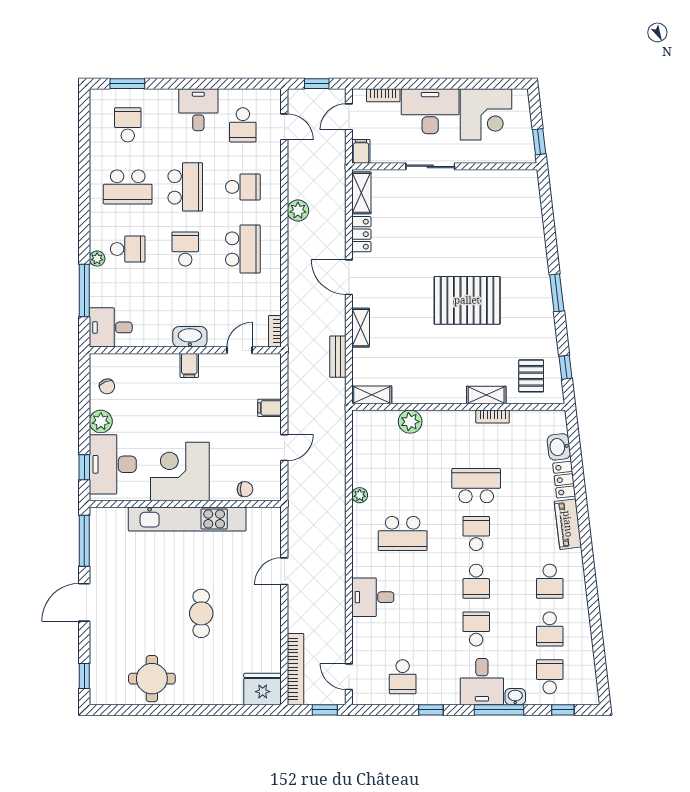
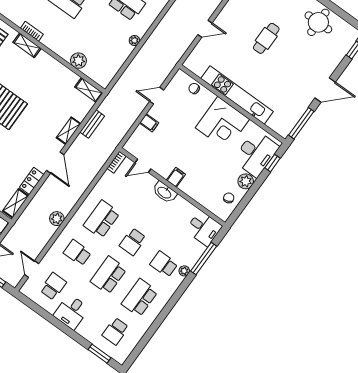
school desk: (128, 187) -> (140, 298), turned -90

